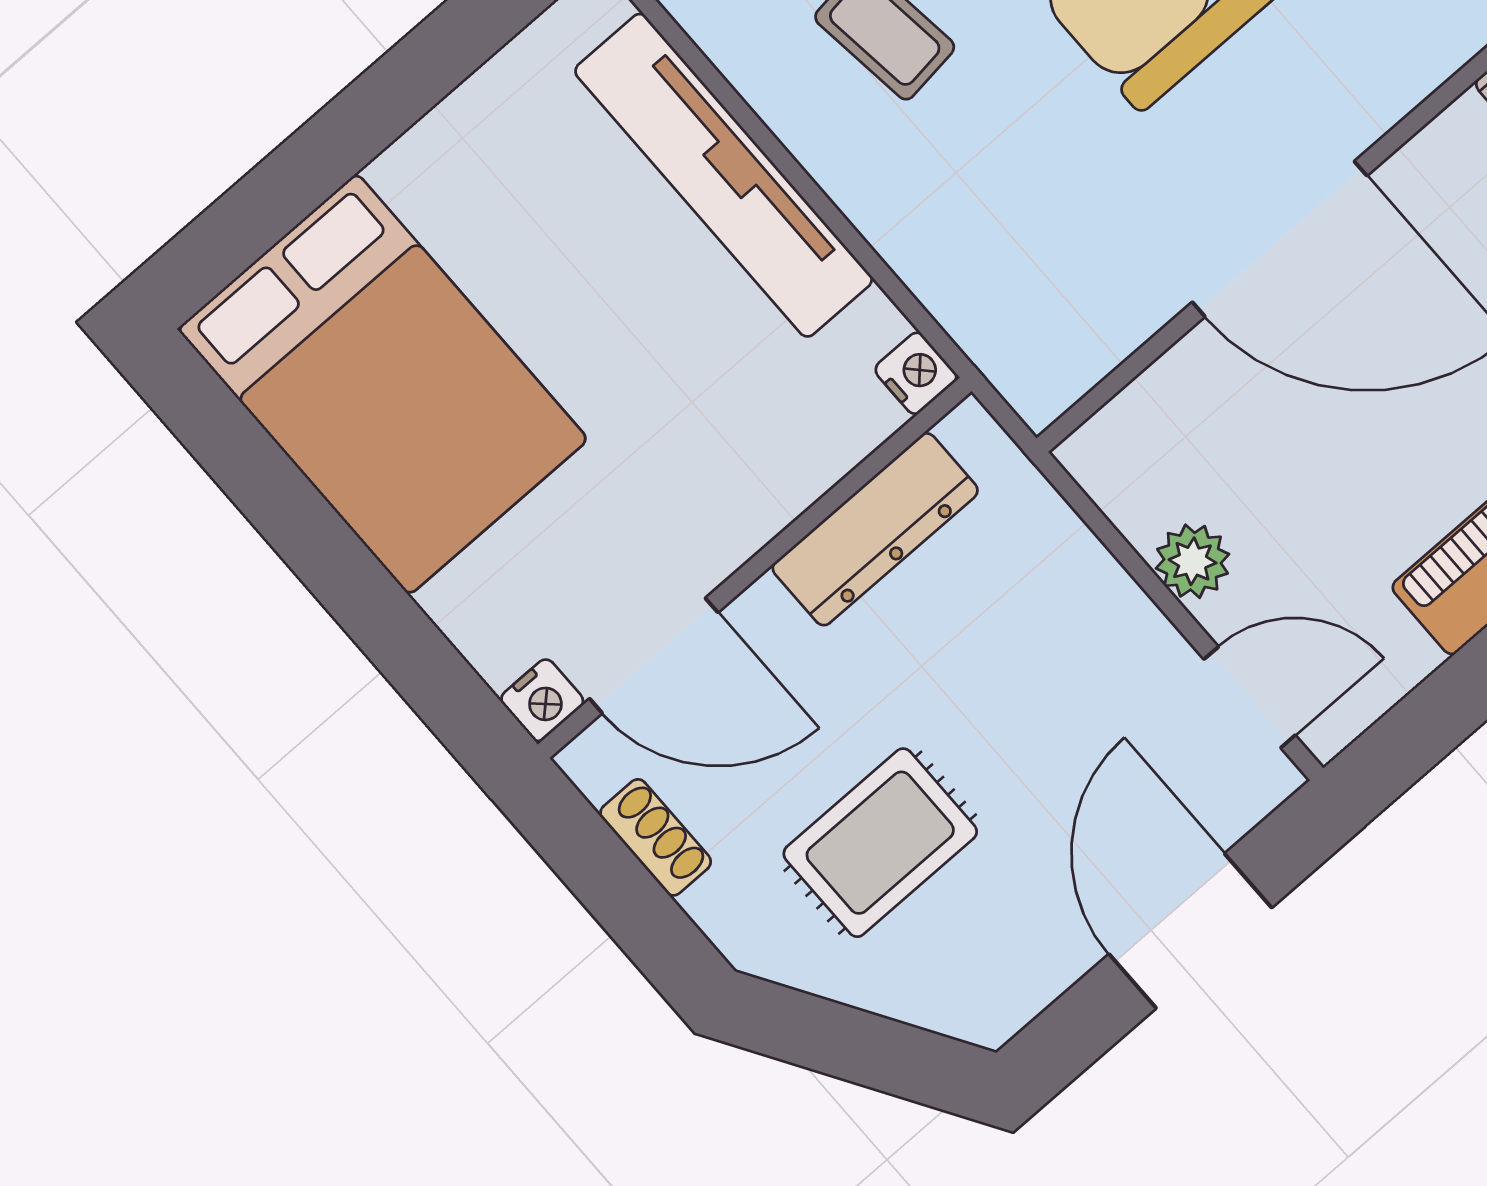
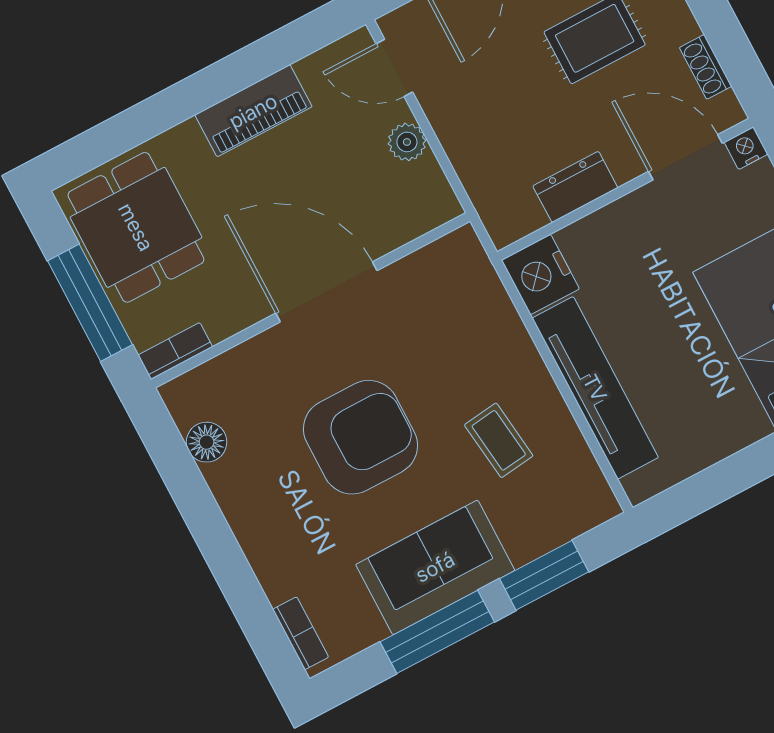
nightstand: (916, 373) -> (540, 274), width x1.89, depth x1.79
dresser: (875, 529) -> (575, 187), width x0.70

